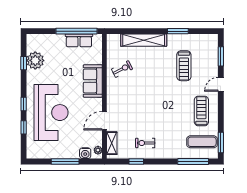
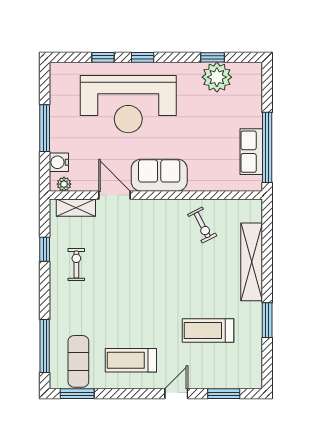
sofa: (93, 81) -> (159, 175), moved
door: (221, 84) -> (176, 394), hinge flipped
treadmill: (201, 111) -> (131, 360), turned 180

